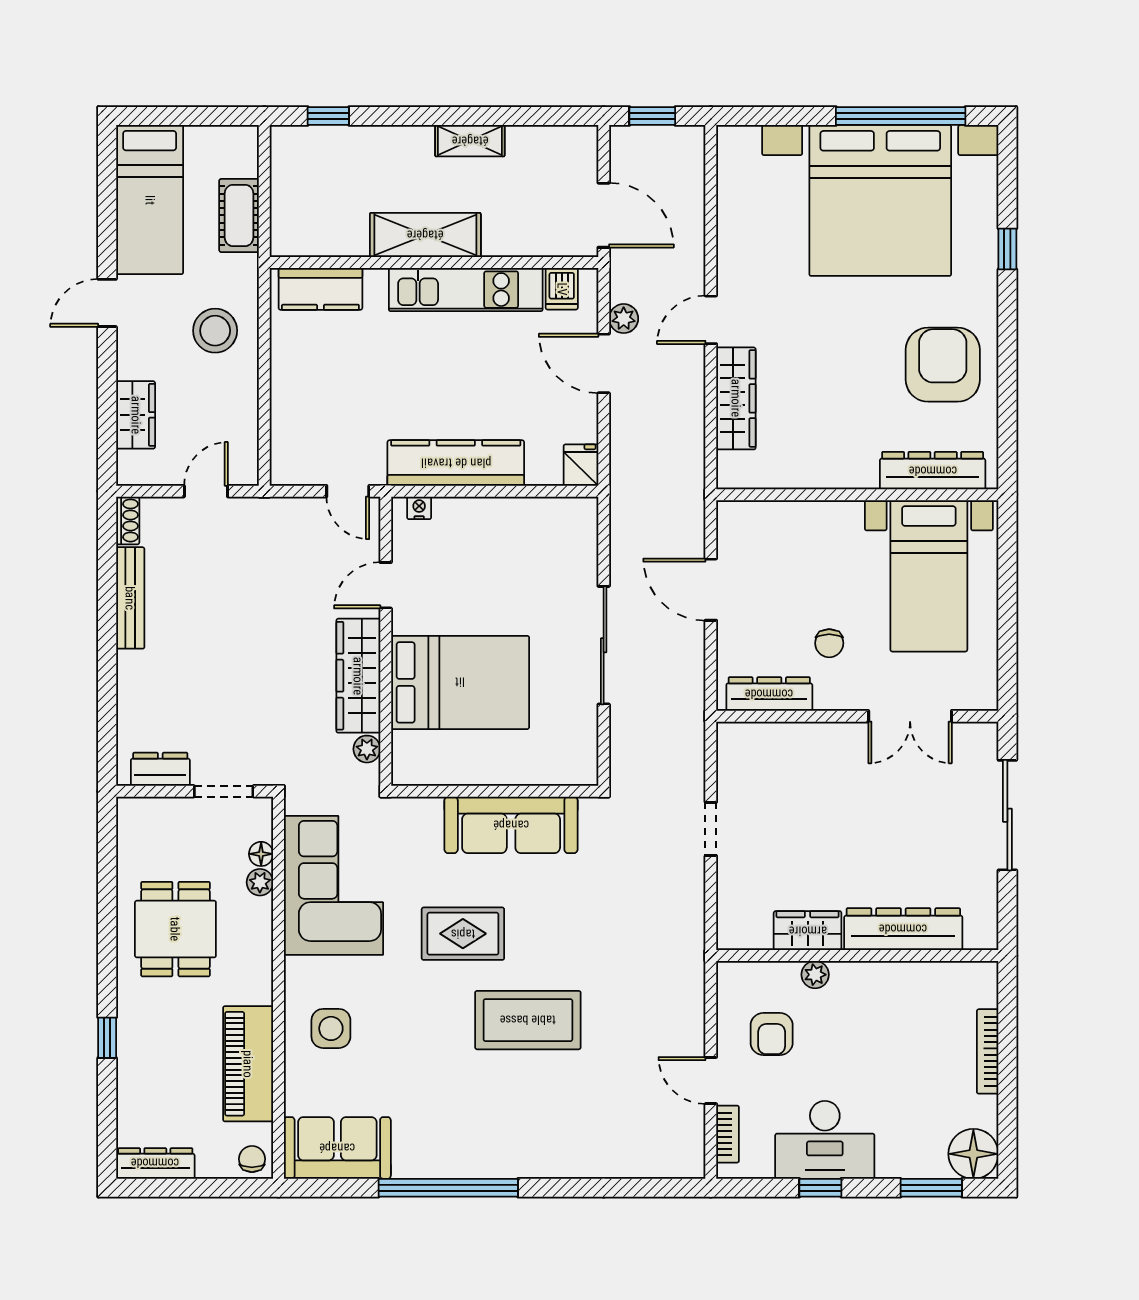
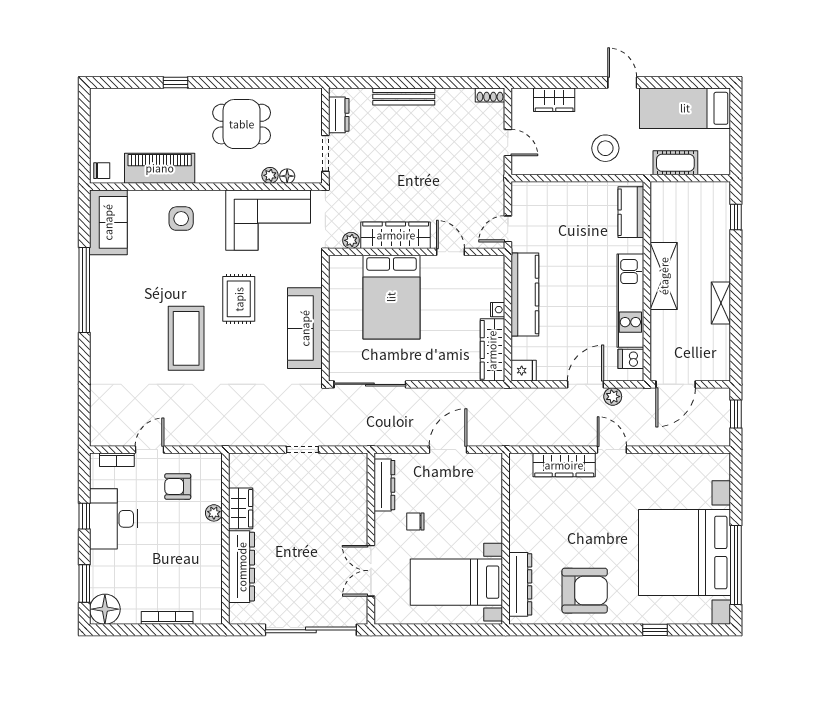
nightstand: (419, 508) -> (498, 310), moved
wardrobe: (547, 516) -> (492, 350), added
bench: (130, 598) -> (404, 97), moved
sliding door: (604, 645) -> (370, 384), moved
sliding door: (1007, 815) -> (311, 630), width x1.36
dresser: (155, 1163) -> (99, 112), removed

